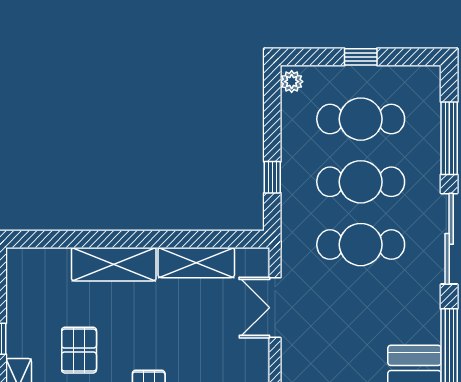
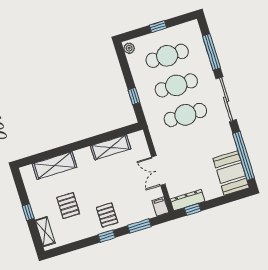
shelving: (114, 264) -> (55, 166), moved
double door: (275, 308) -> (158, 171), moved

